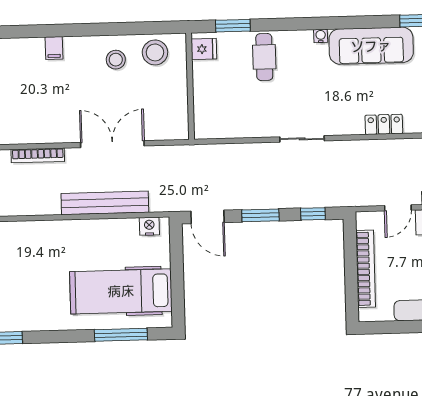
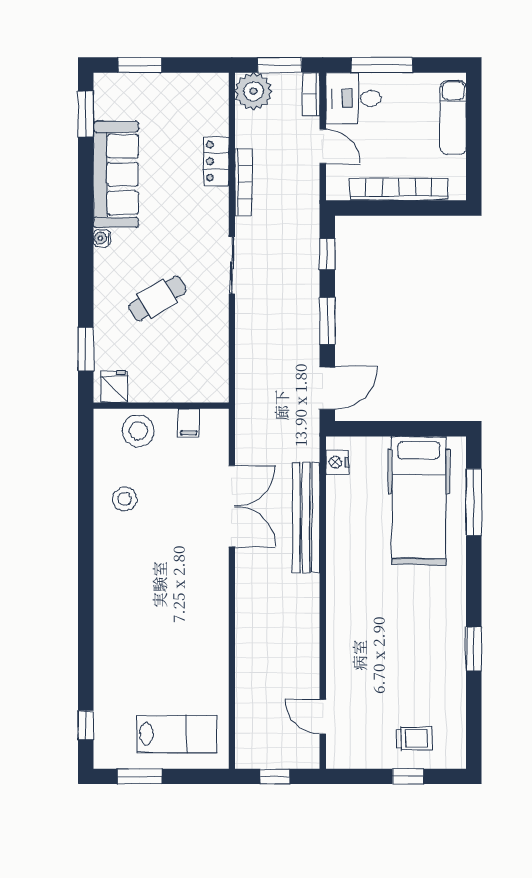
filing cabinet: (54, 48) -> (189, 423), moved, turned 90
stool: (155, 52) -> (138, 431), moved
cafe table: (264, 57) -> (157, 298), moved, turned -32
double door: (112, 144) -> (232, 506), swing flipped
bookcase: (38, 155) -> (243, 182), moved

